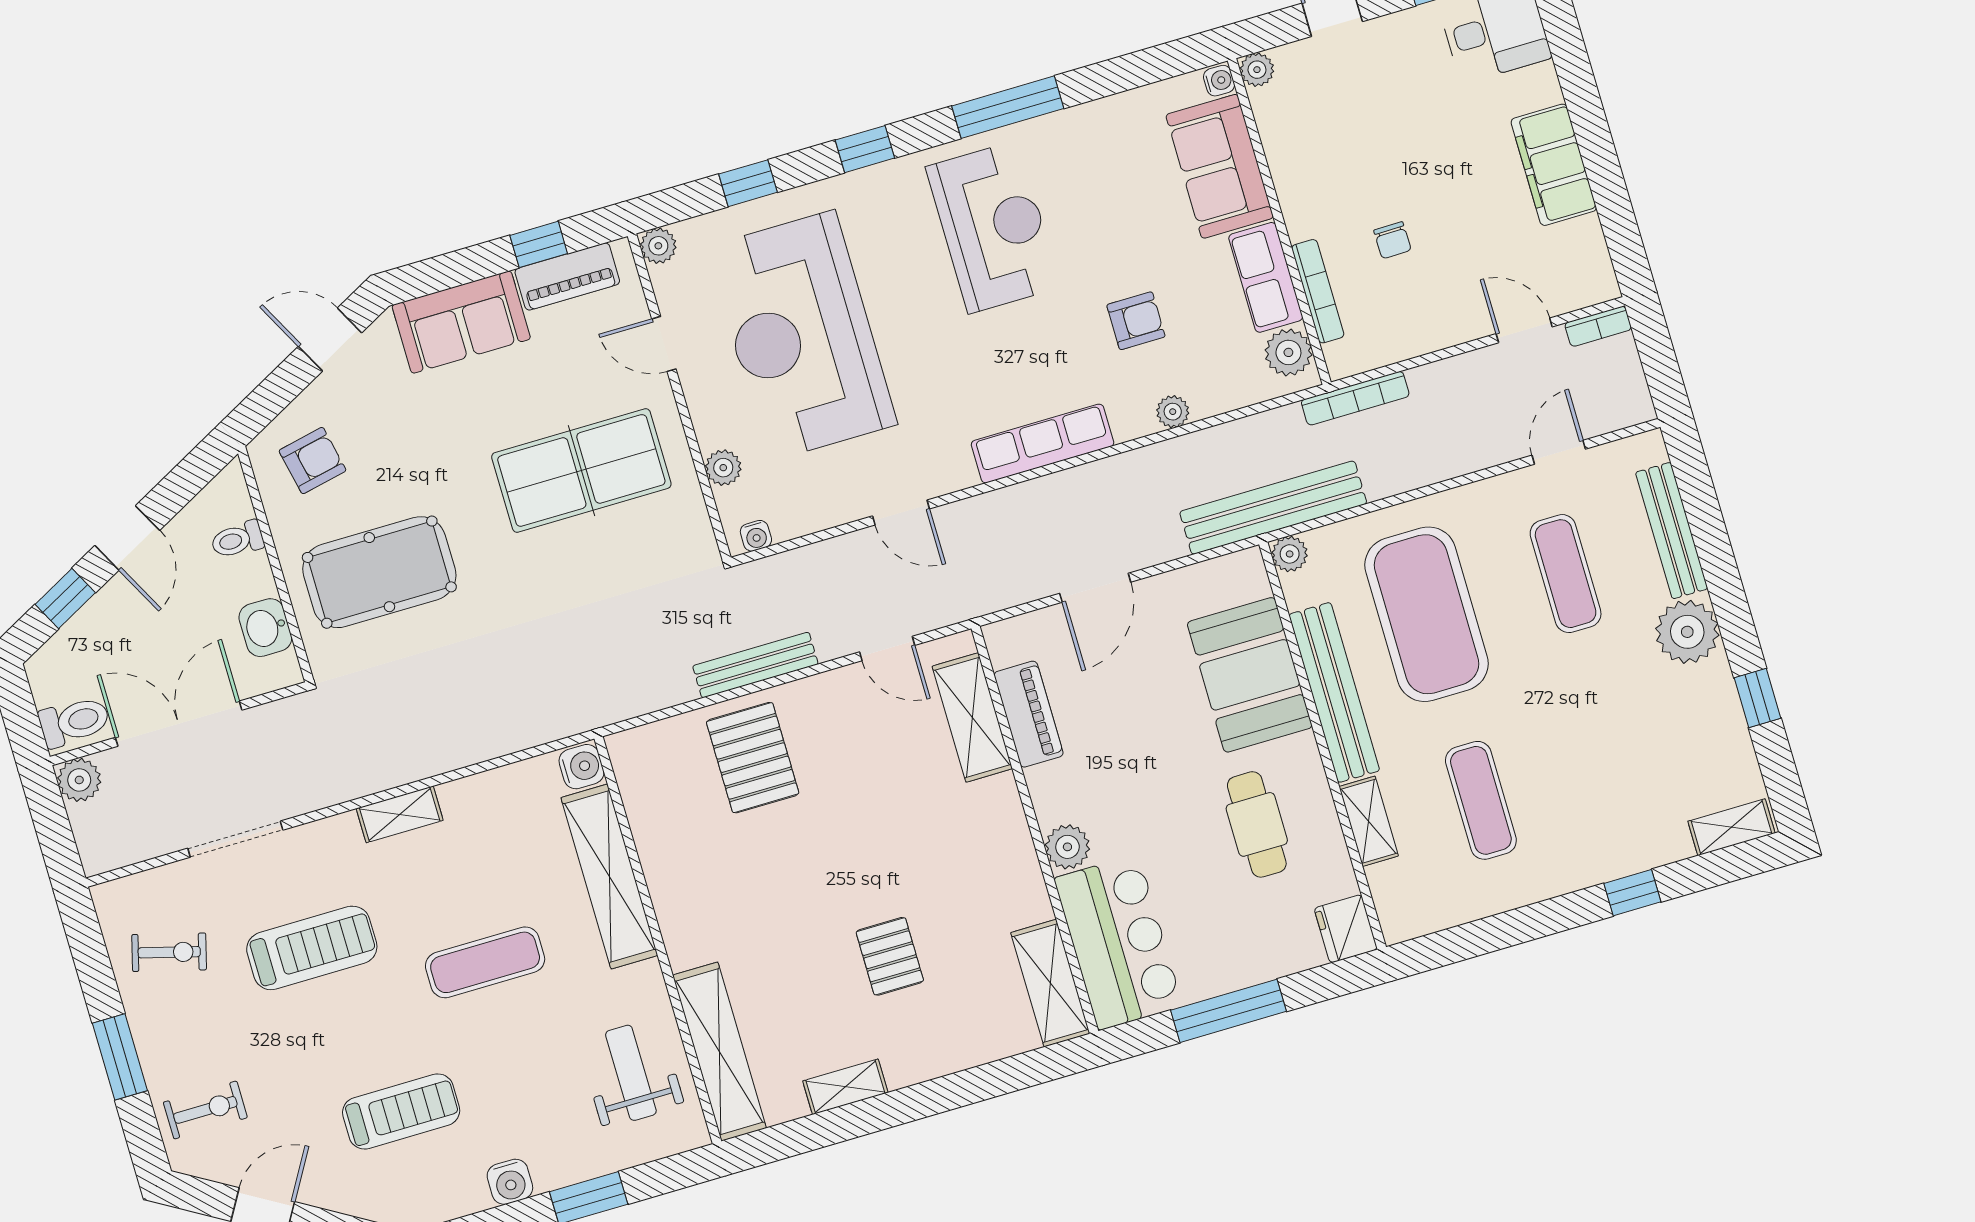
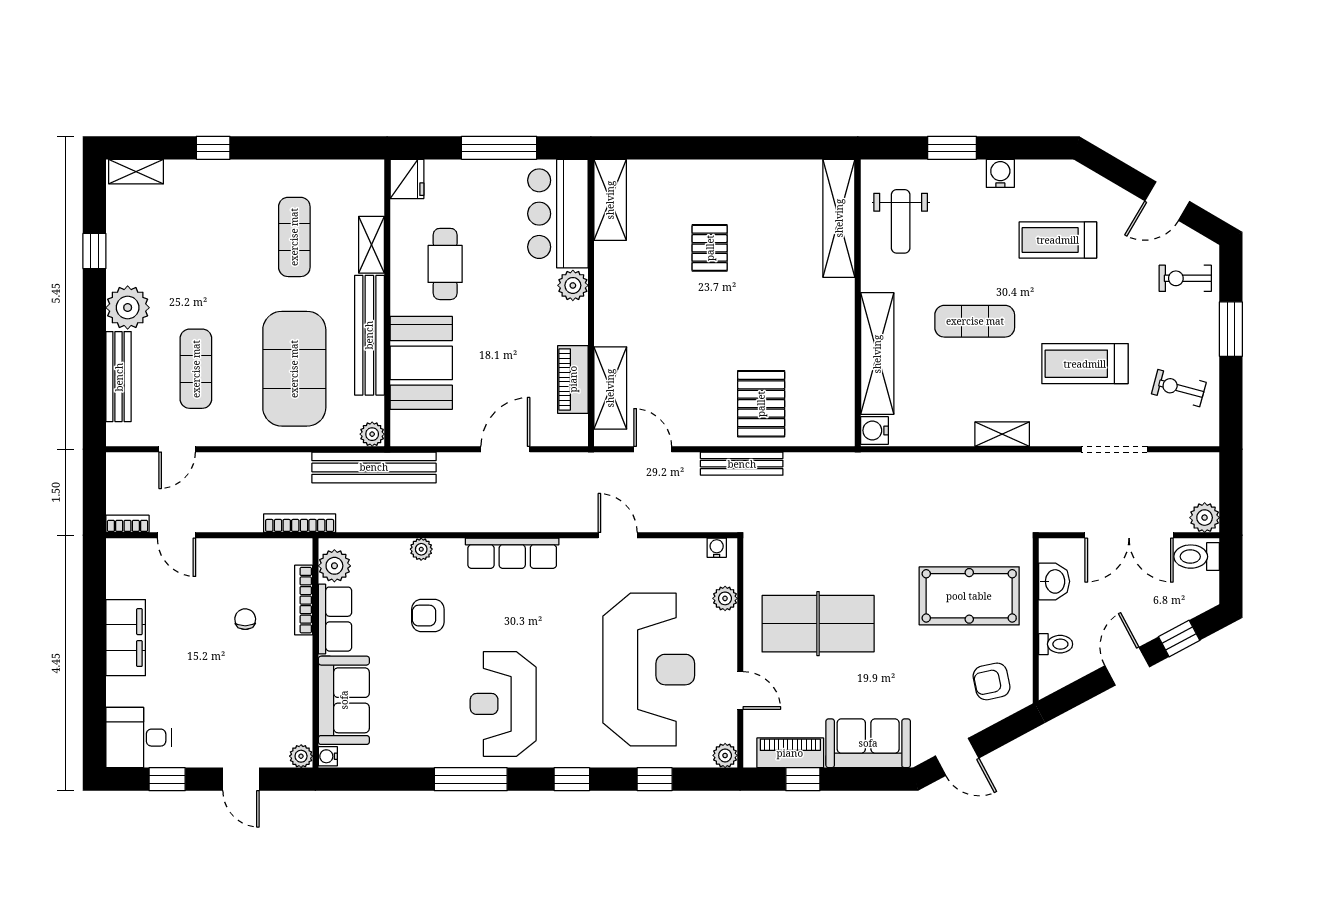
shelving: (845, 1087) -> (763, 171), removed

